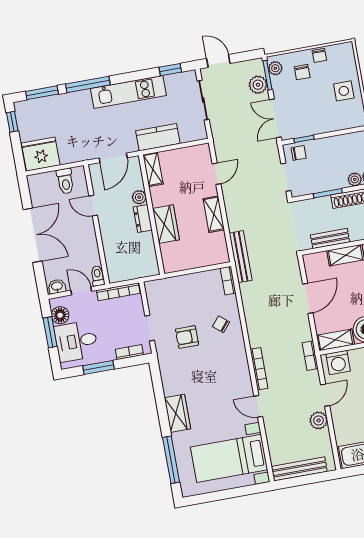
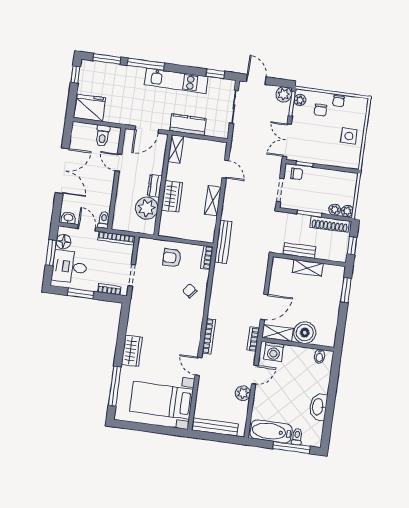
plant: (258, 85) -> (284, 94), moved
door: (216, 174) -> (225, 169), hinge flipped
plant: (139, 197) -> (147, 208), moved, width x1.88, depth x1.88
door: (308, 298) -> (264, 307), moved
armchair: (187, 337) -> (172, 258), moved

